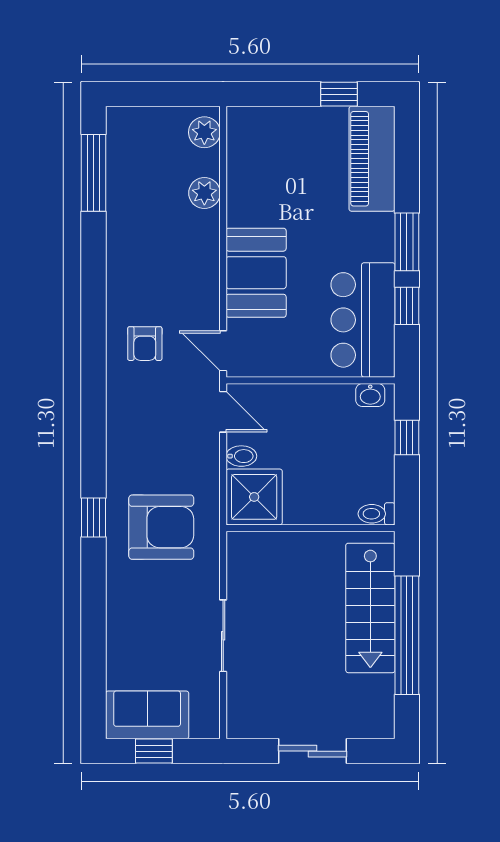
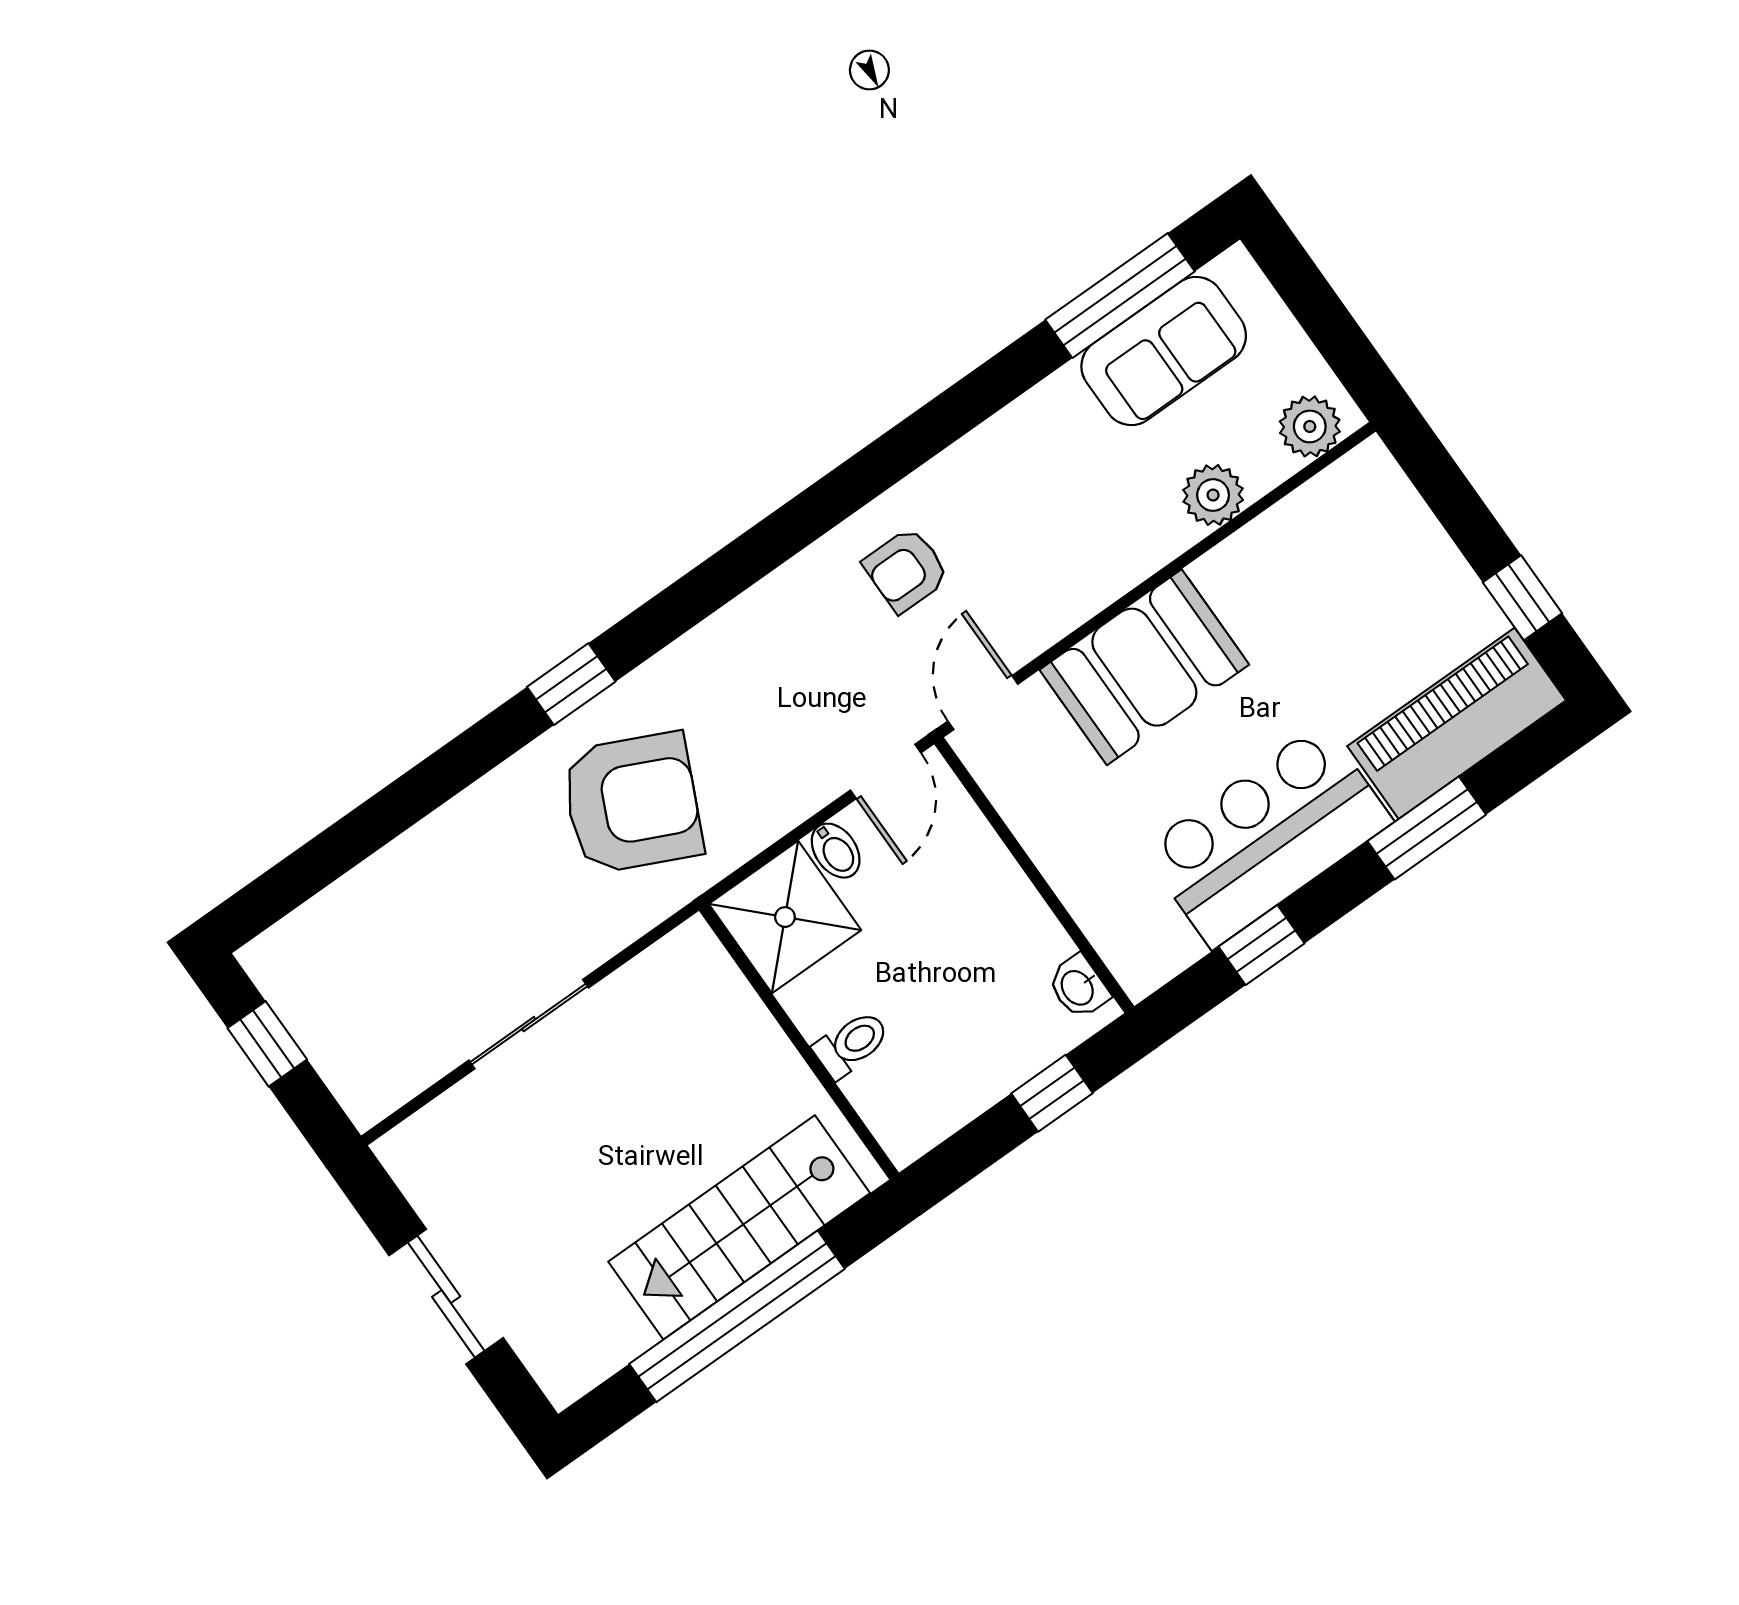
window: (407, 242) -> (1427, 828), moved
bar counter: (363, 320) -> (1267, 836), moved
toilet: (377, 514) -> (852, 1044), moved, turned 90
armchair: (161, 527) -> (632, 803), turned -65
sofa: (147, 715) -> (1164, 351), moved, turned 90

